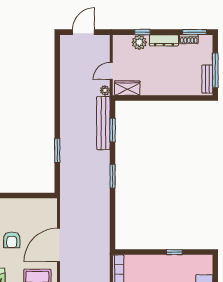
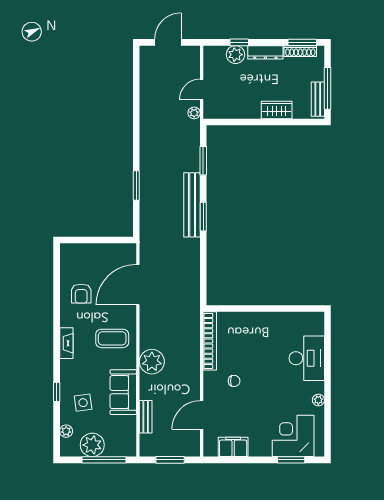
shoe rack: (189, 39) -> (300, 51), width x1.43
wardrobe: (127, 88) -> (277, 110), moved
bench: (103, 123) -> (192, 205), moved
door: (59, 245) -> (138, 285), moved
window: (174, 252) -> (278, 309), removed

